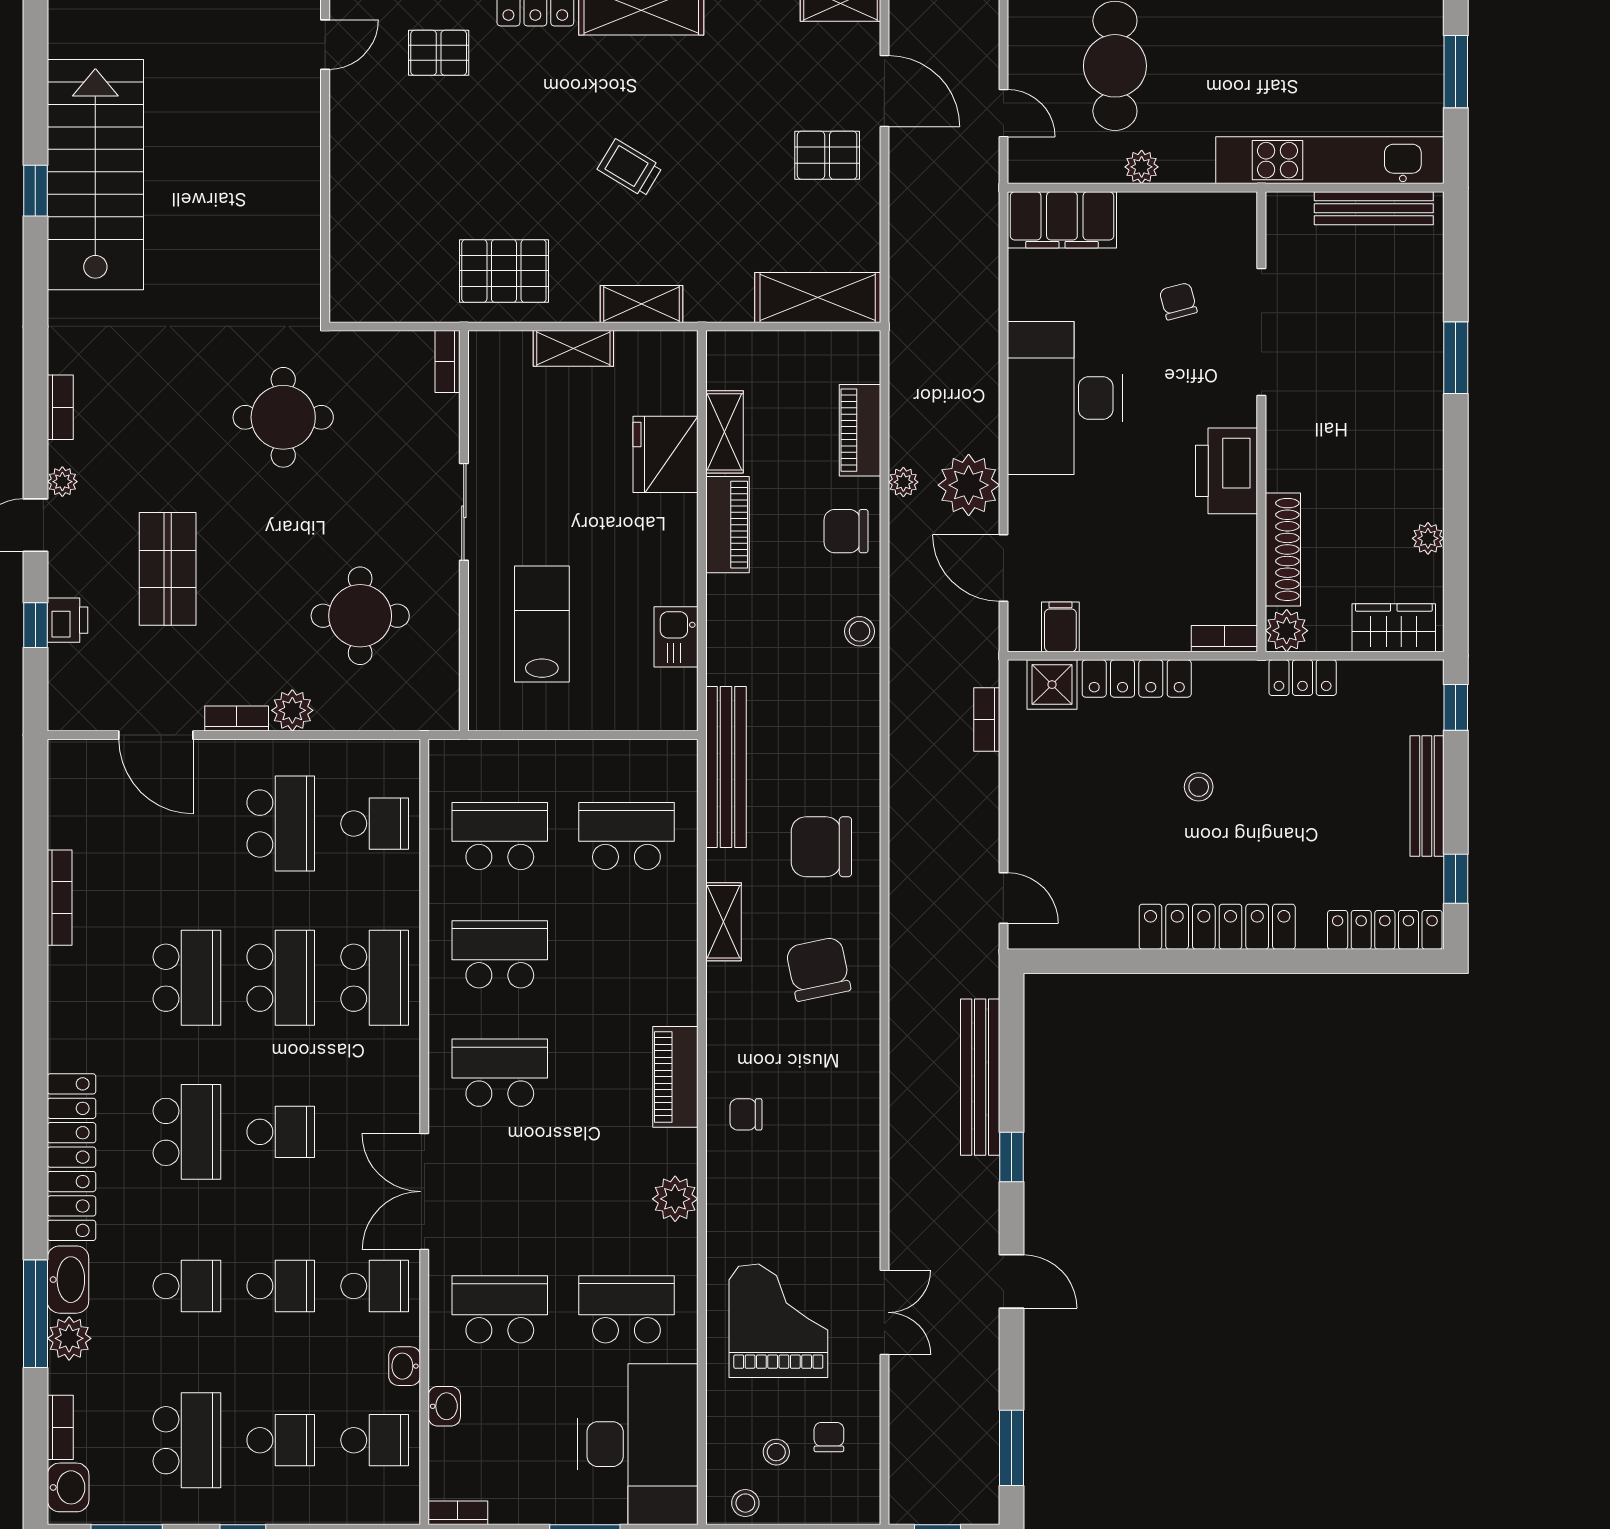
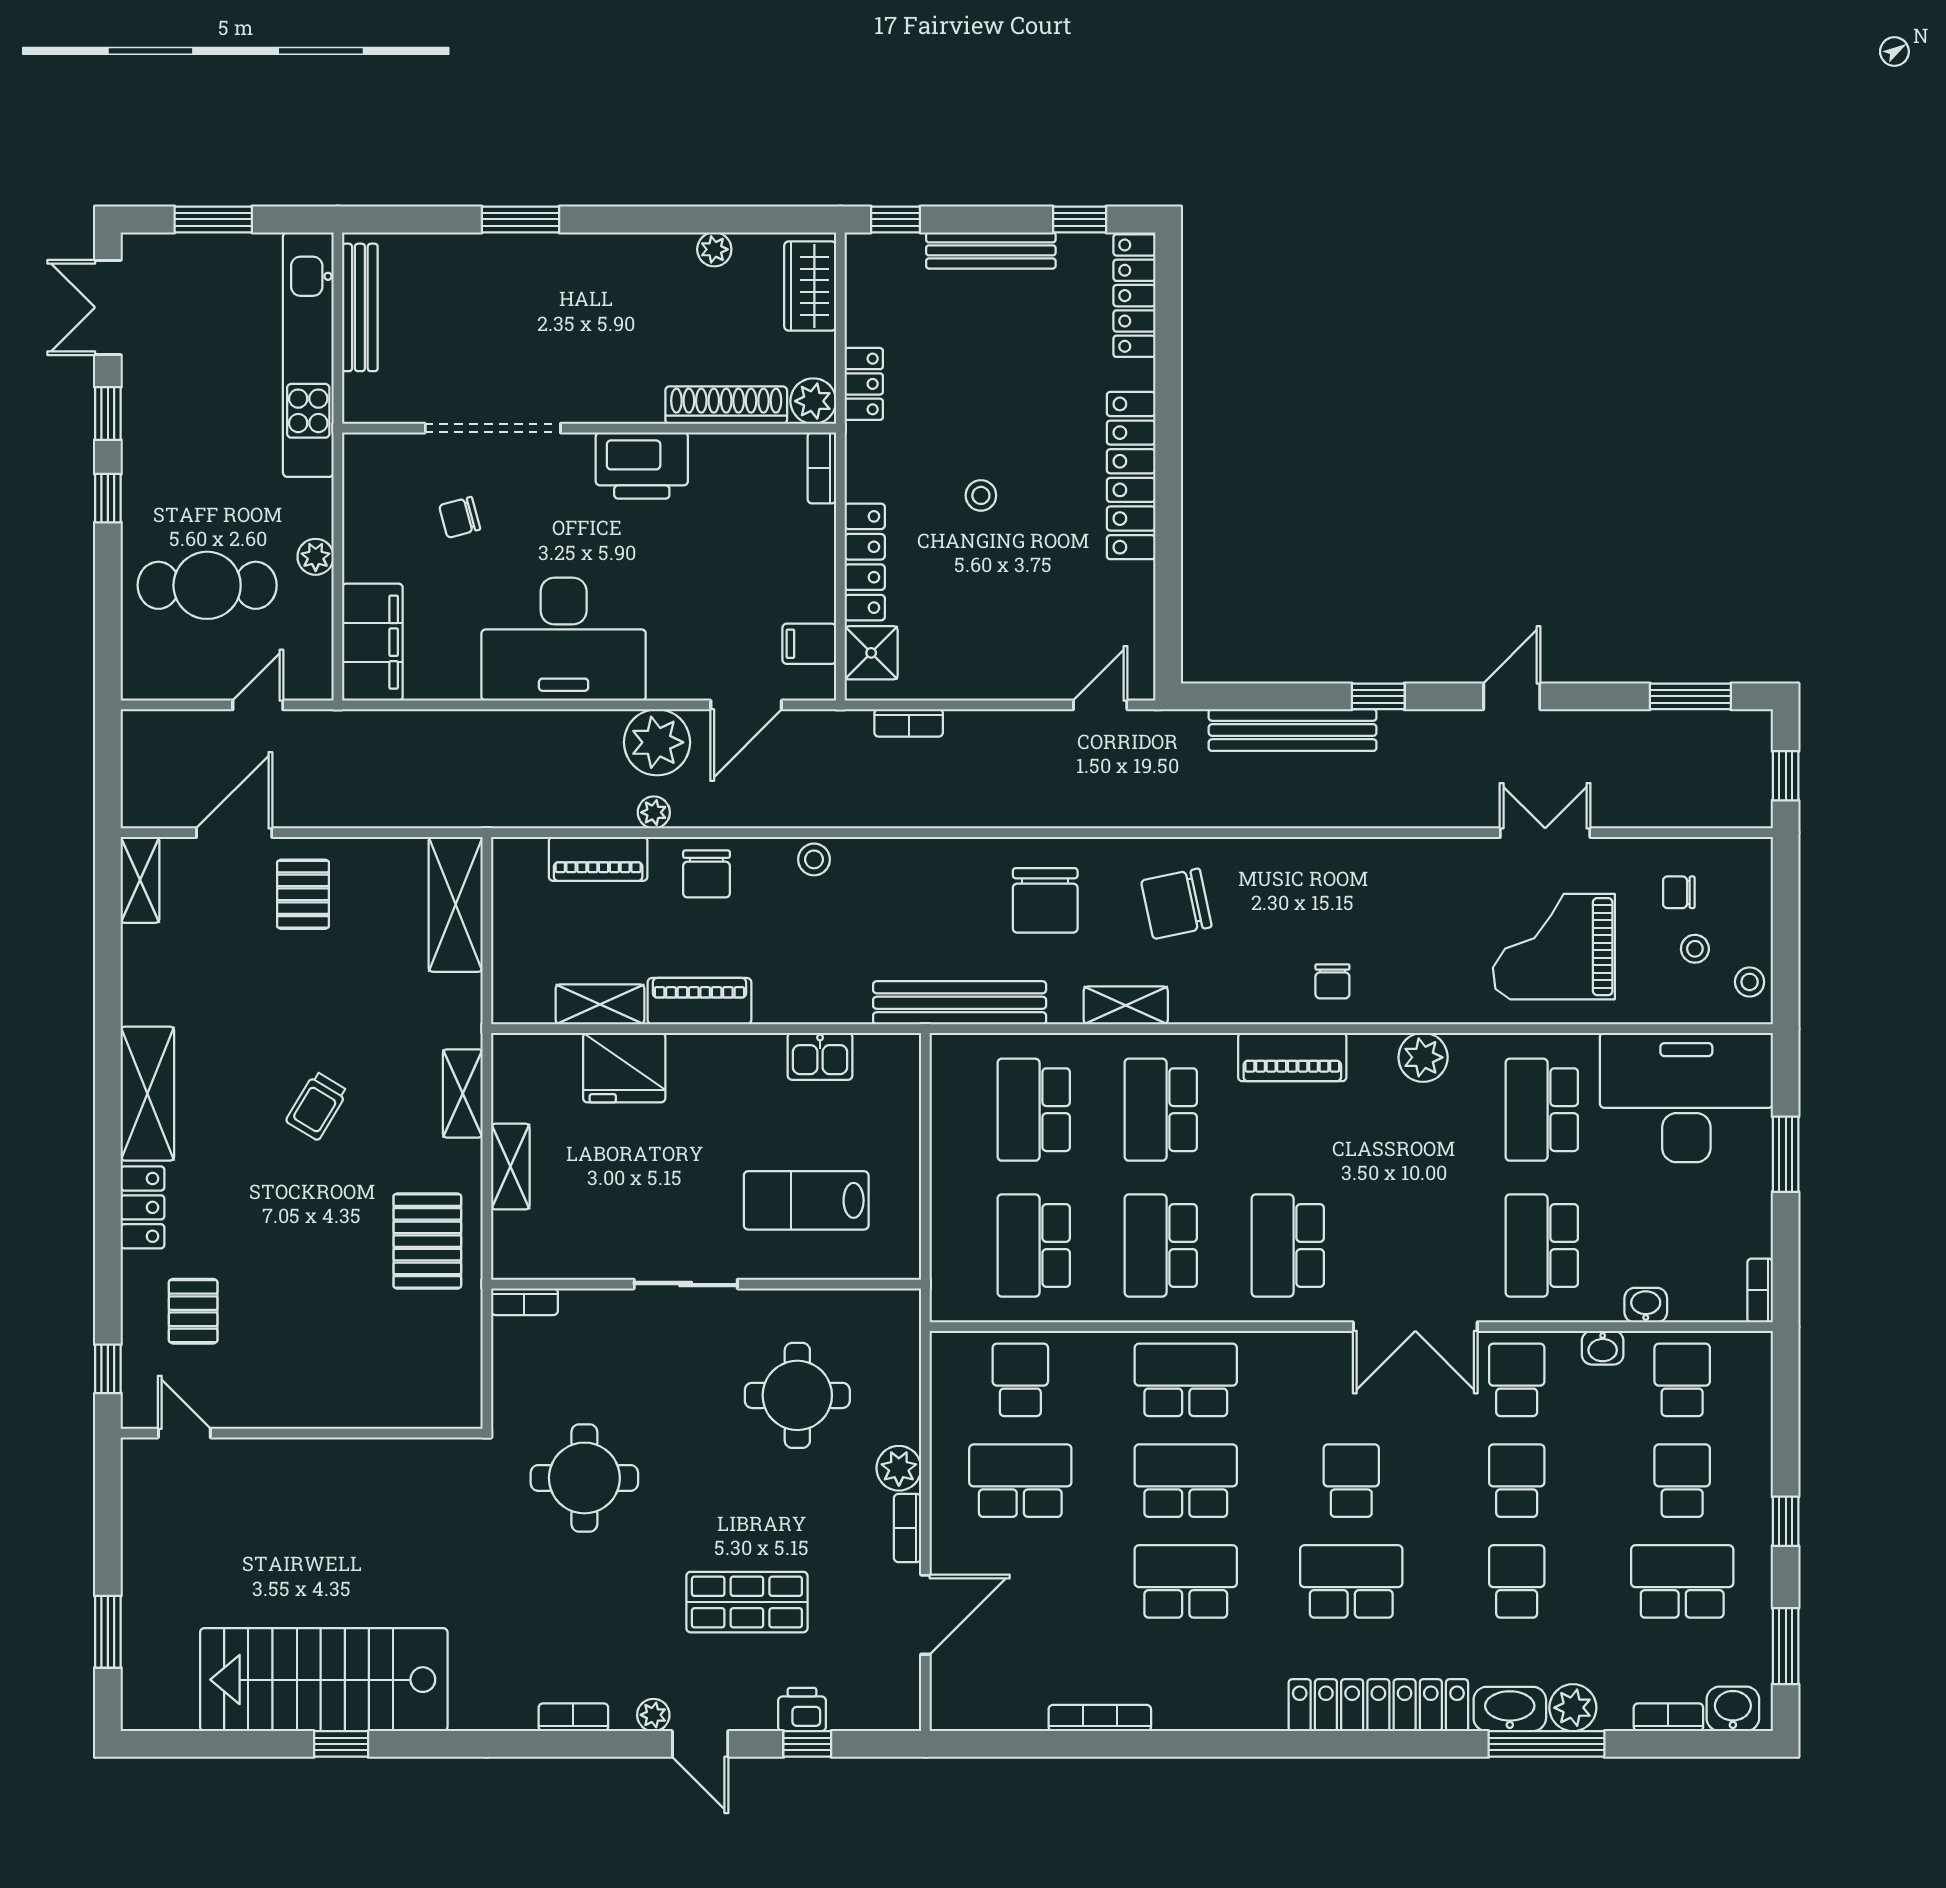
school desk: (626, 954) -> (1161, 1110), added

